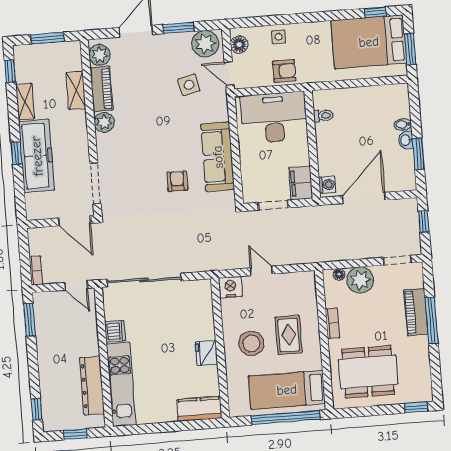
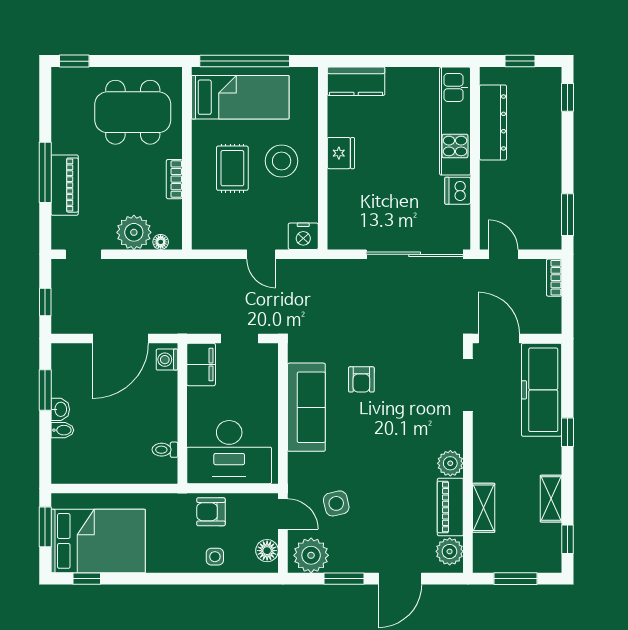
freezer: (37, 156) -> (542, 390), moved

